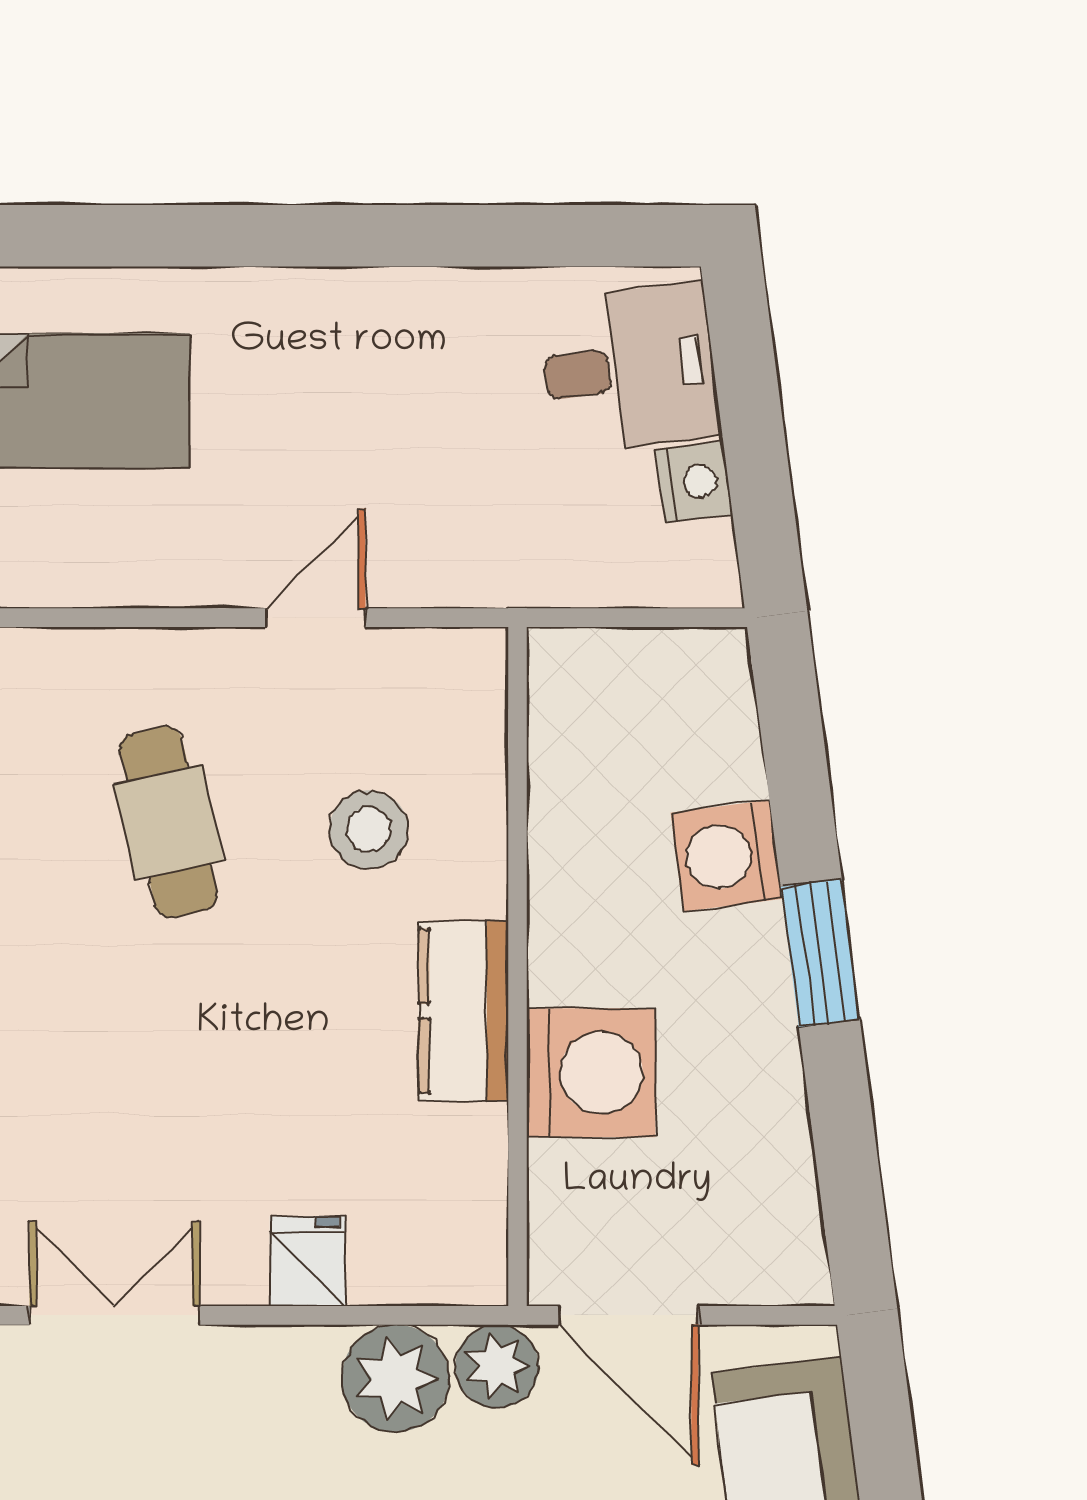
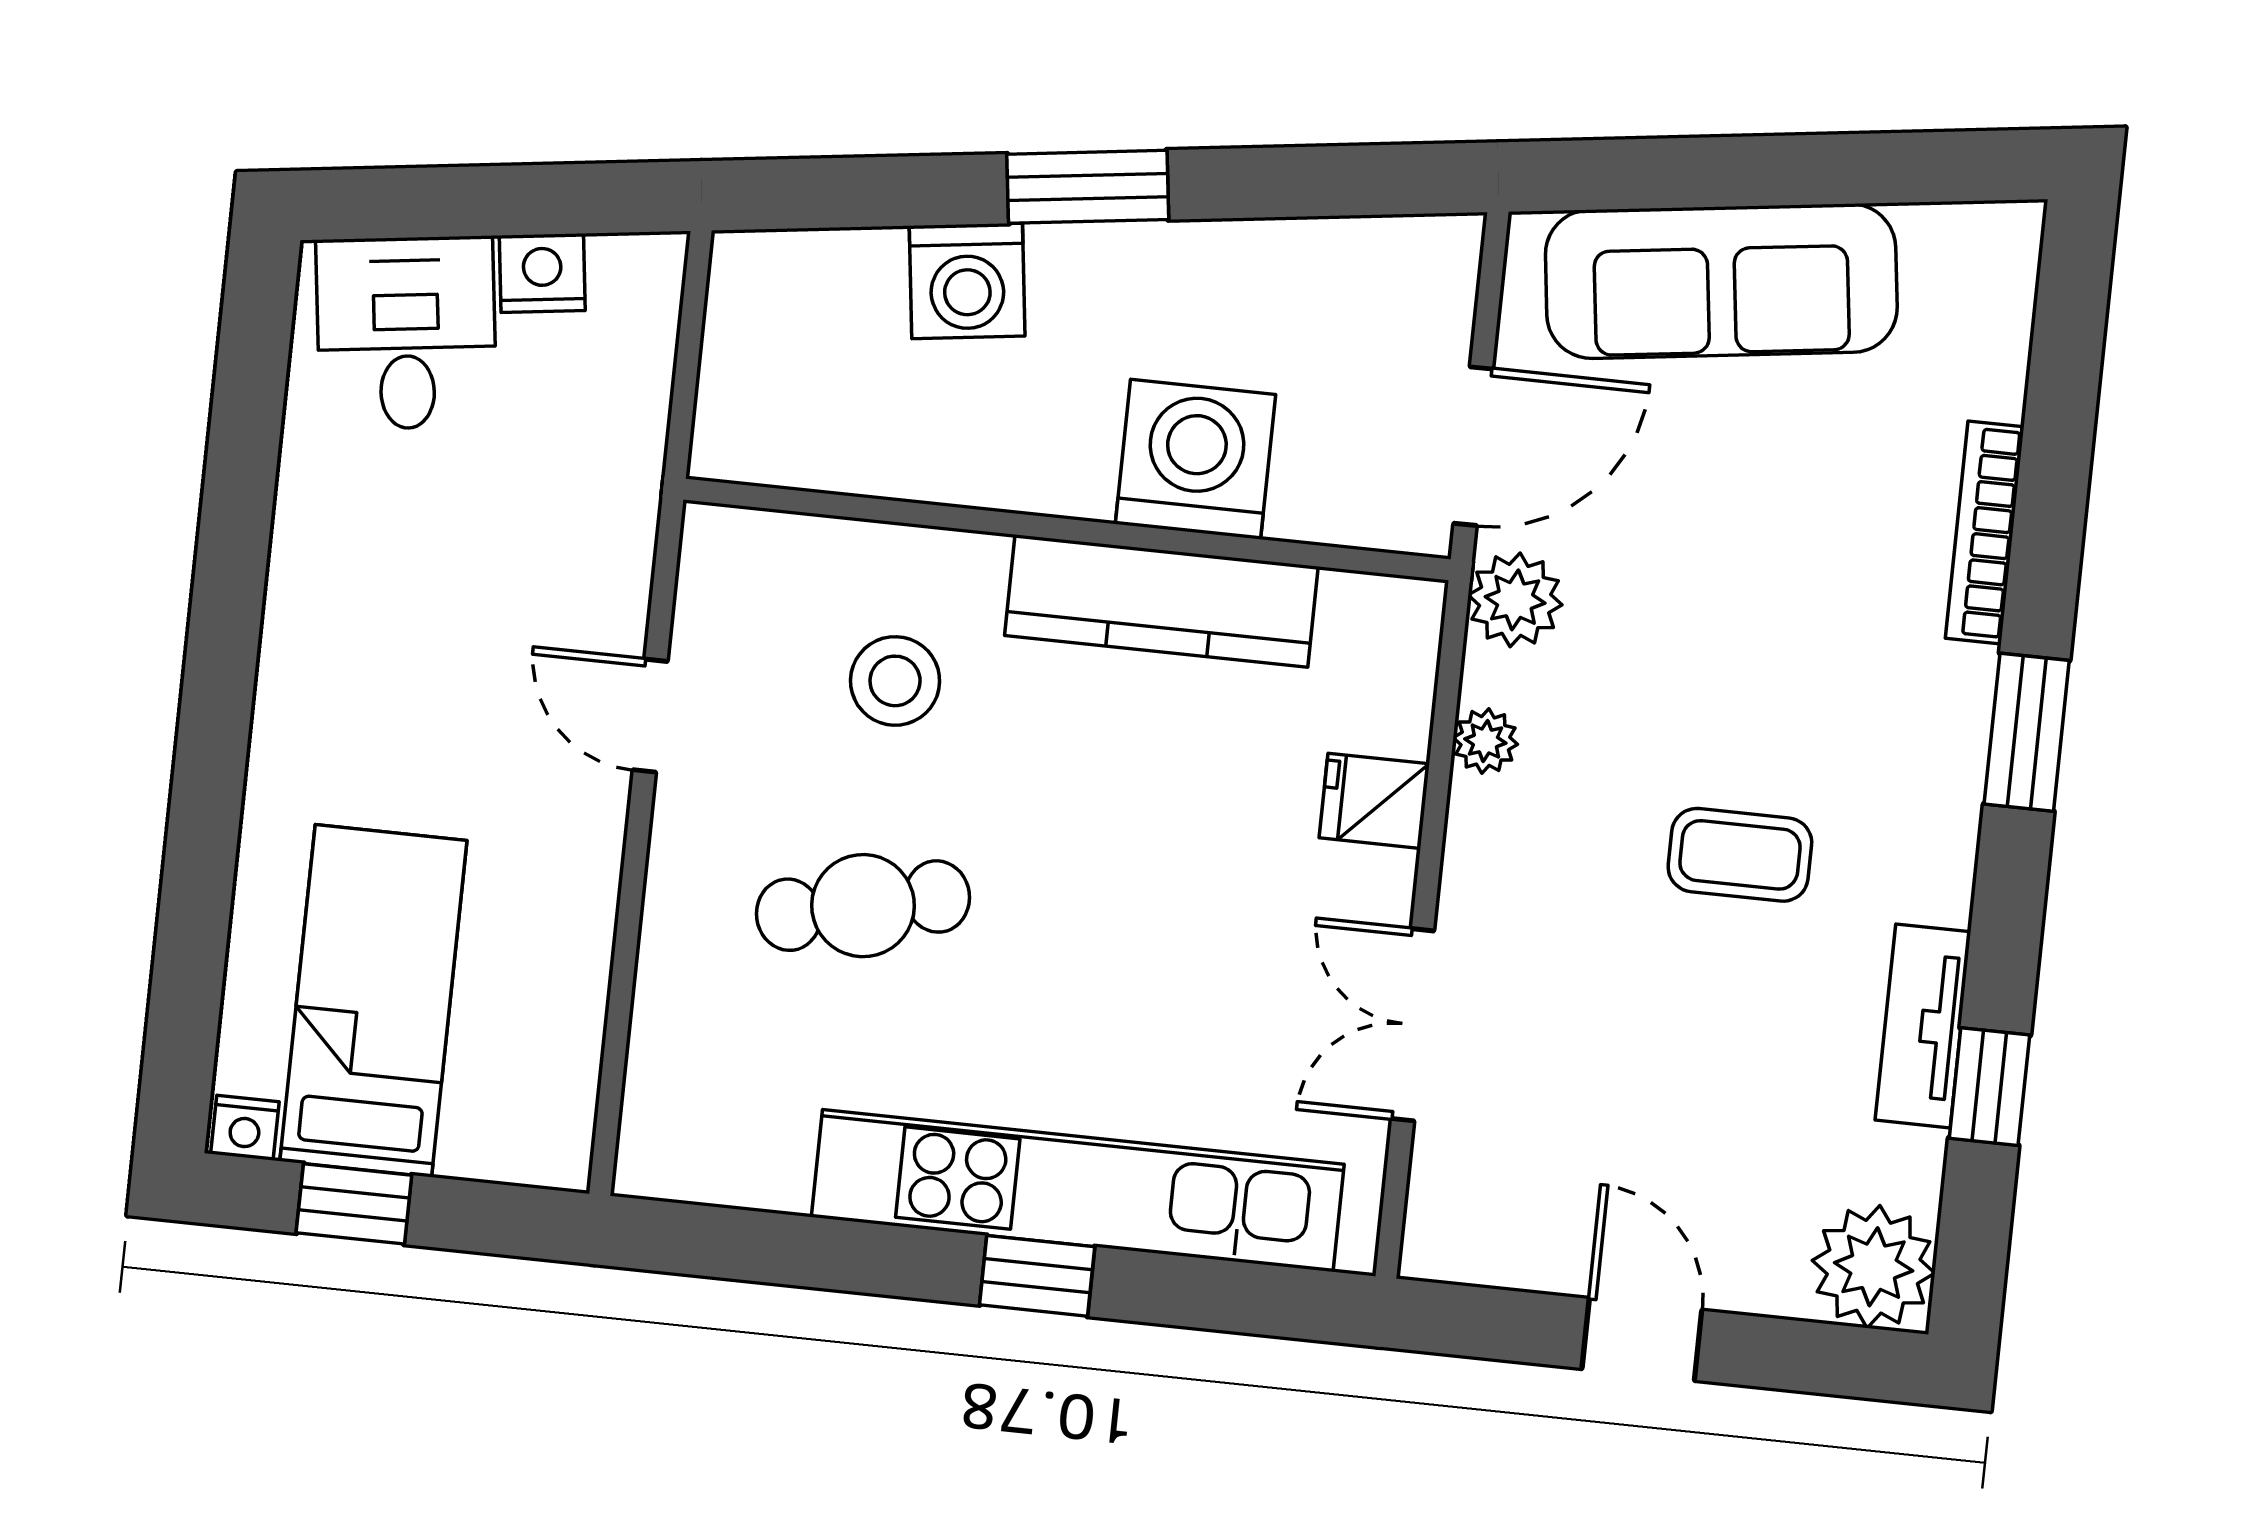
kitchen counter: (463, 1011) -> (1161, 601), width x1.50
plant: (396, 1378) -> (1485, 741), width x0.53, depth x0.53

